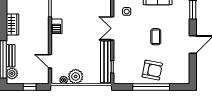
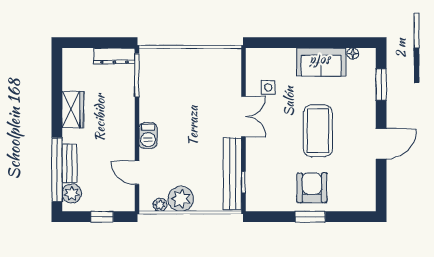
barbecue: (56, 26) -> (148, 136), moved
double door: (112, 28) -> (243, 116), swing flipped
coffee table: (156, 37) -> (318, 131), width x1.86, depth x1.72
armchair: (152, 70) -> (312, 188), turned -101
window: (151, 87) -> (310, 217), width x0.47

